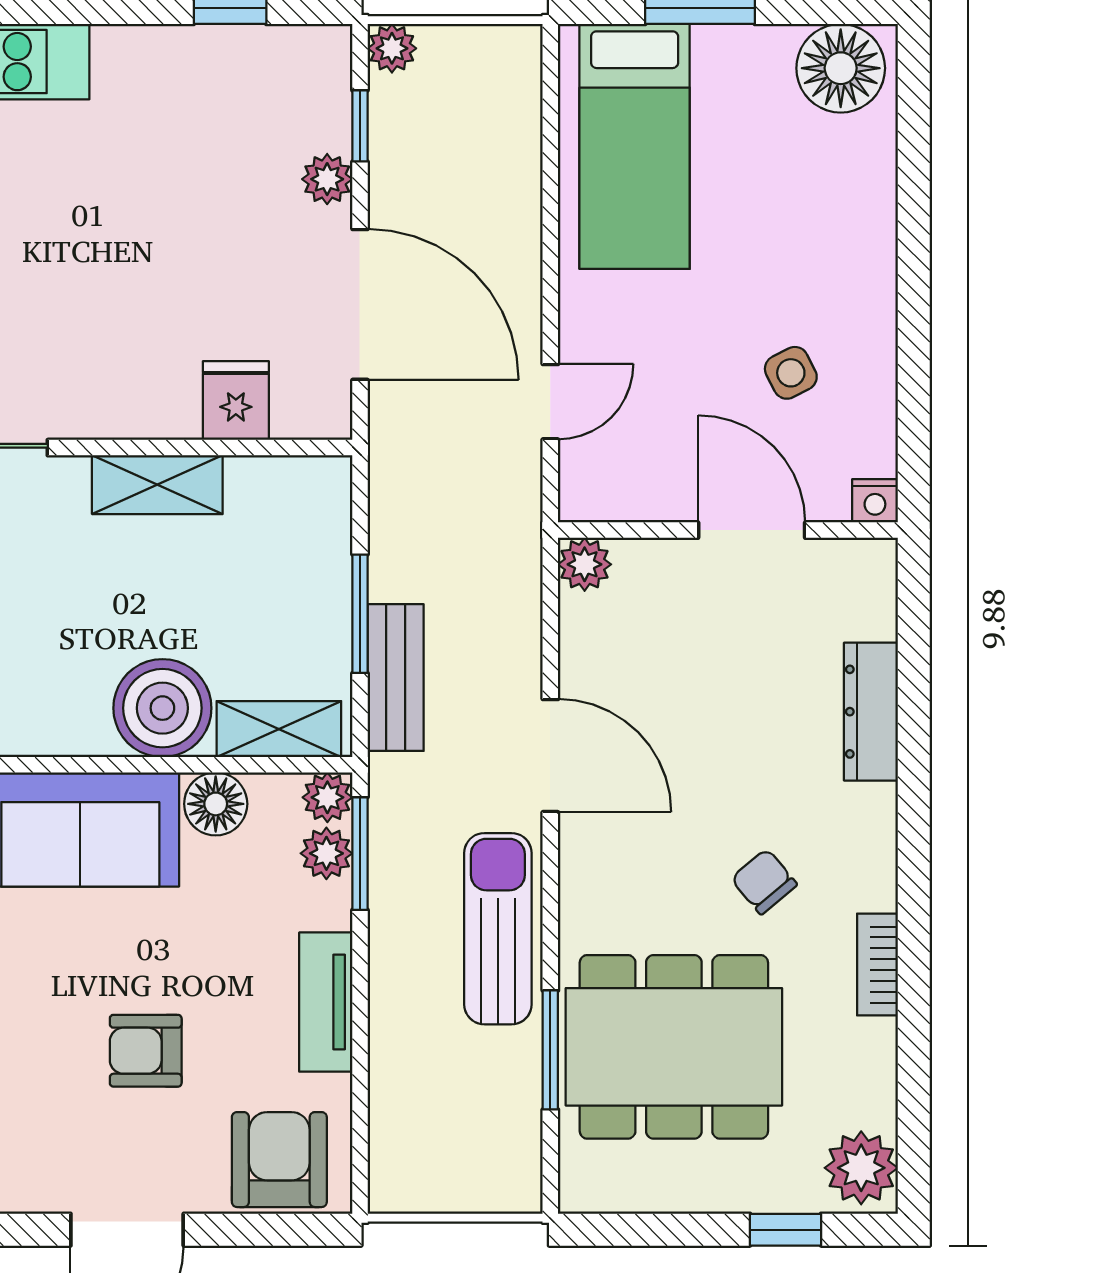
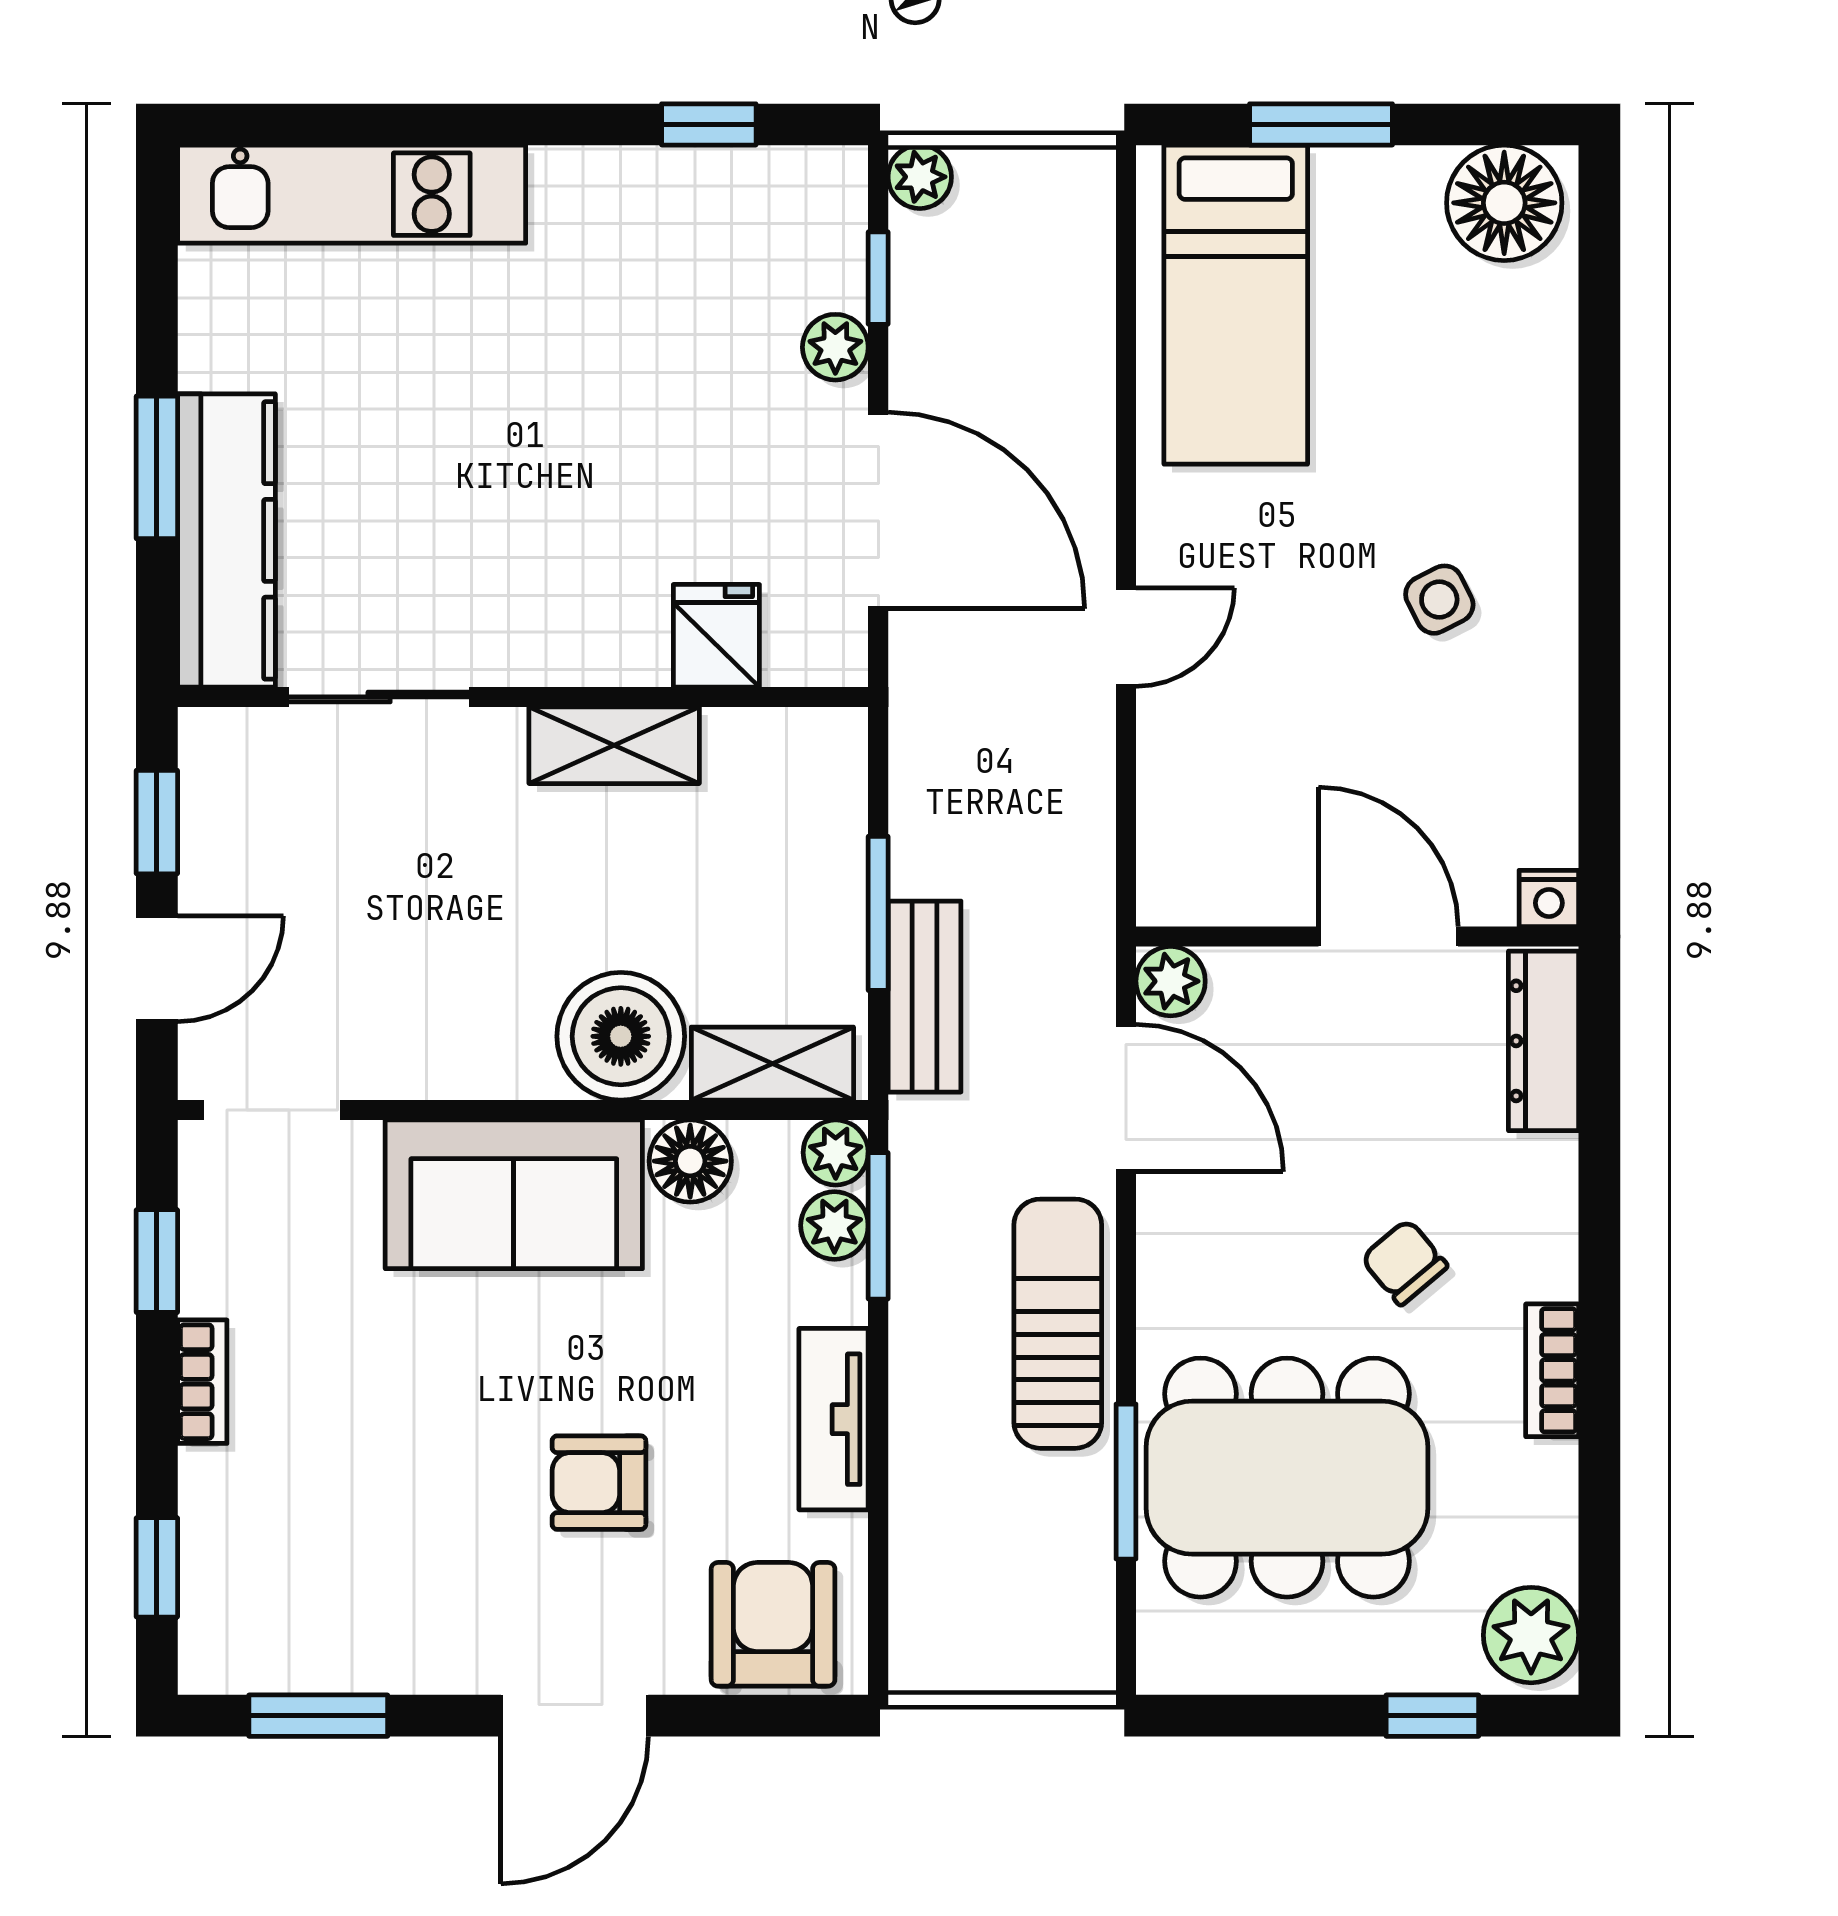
nightstand: (875, 501) -> (1549, 898), moved
wall: (728, 530) -> (1357, 937), moved
door: (752, 530) -> (1388, 937), moved
plant: (585, 564) -> (1171, 981), moved

